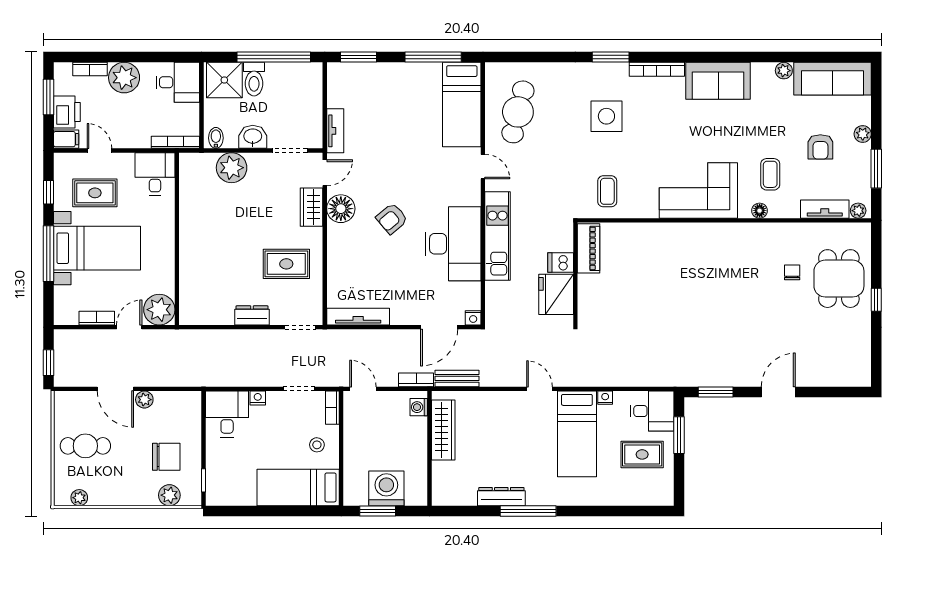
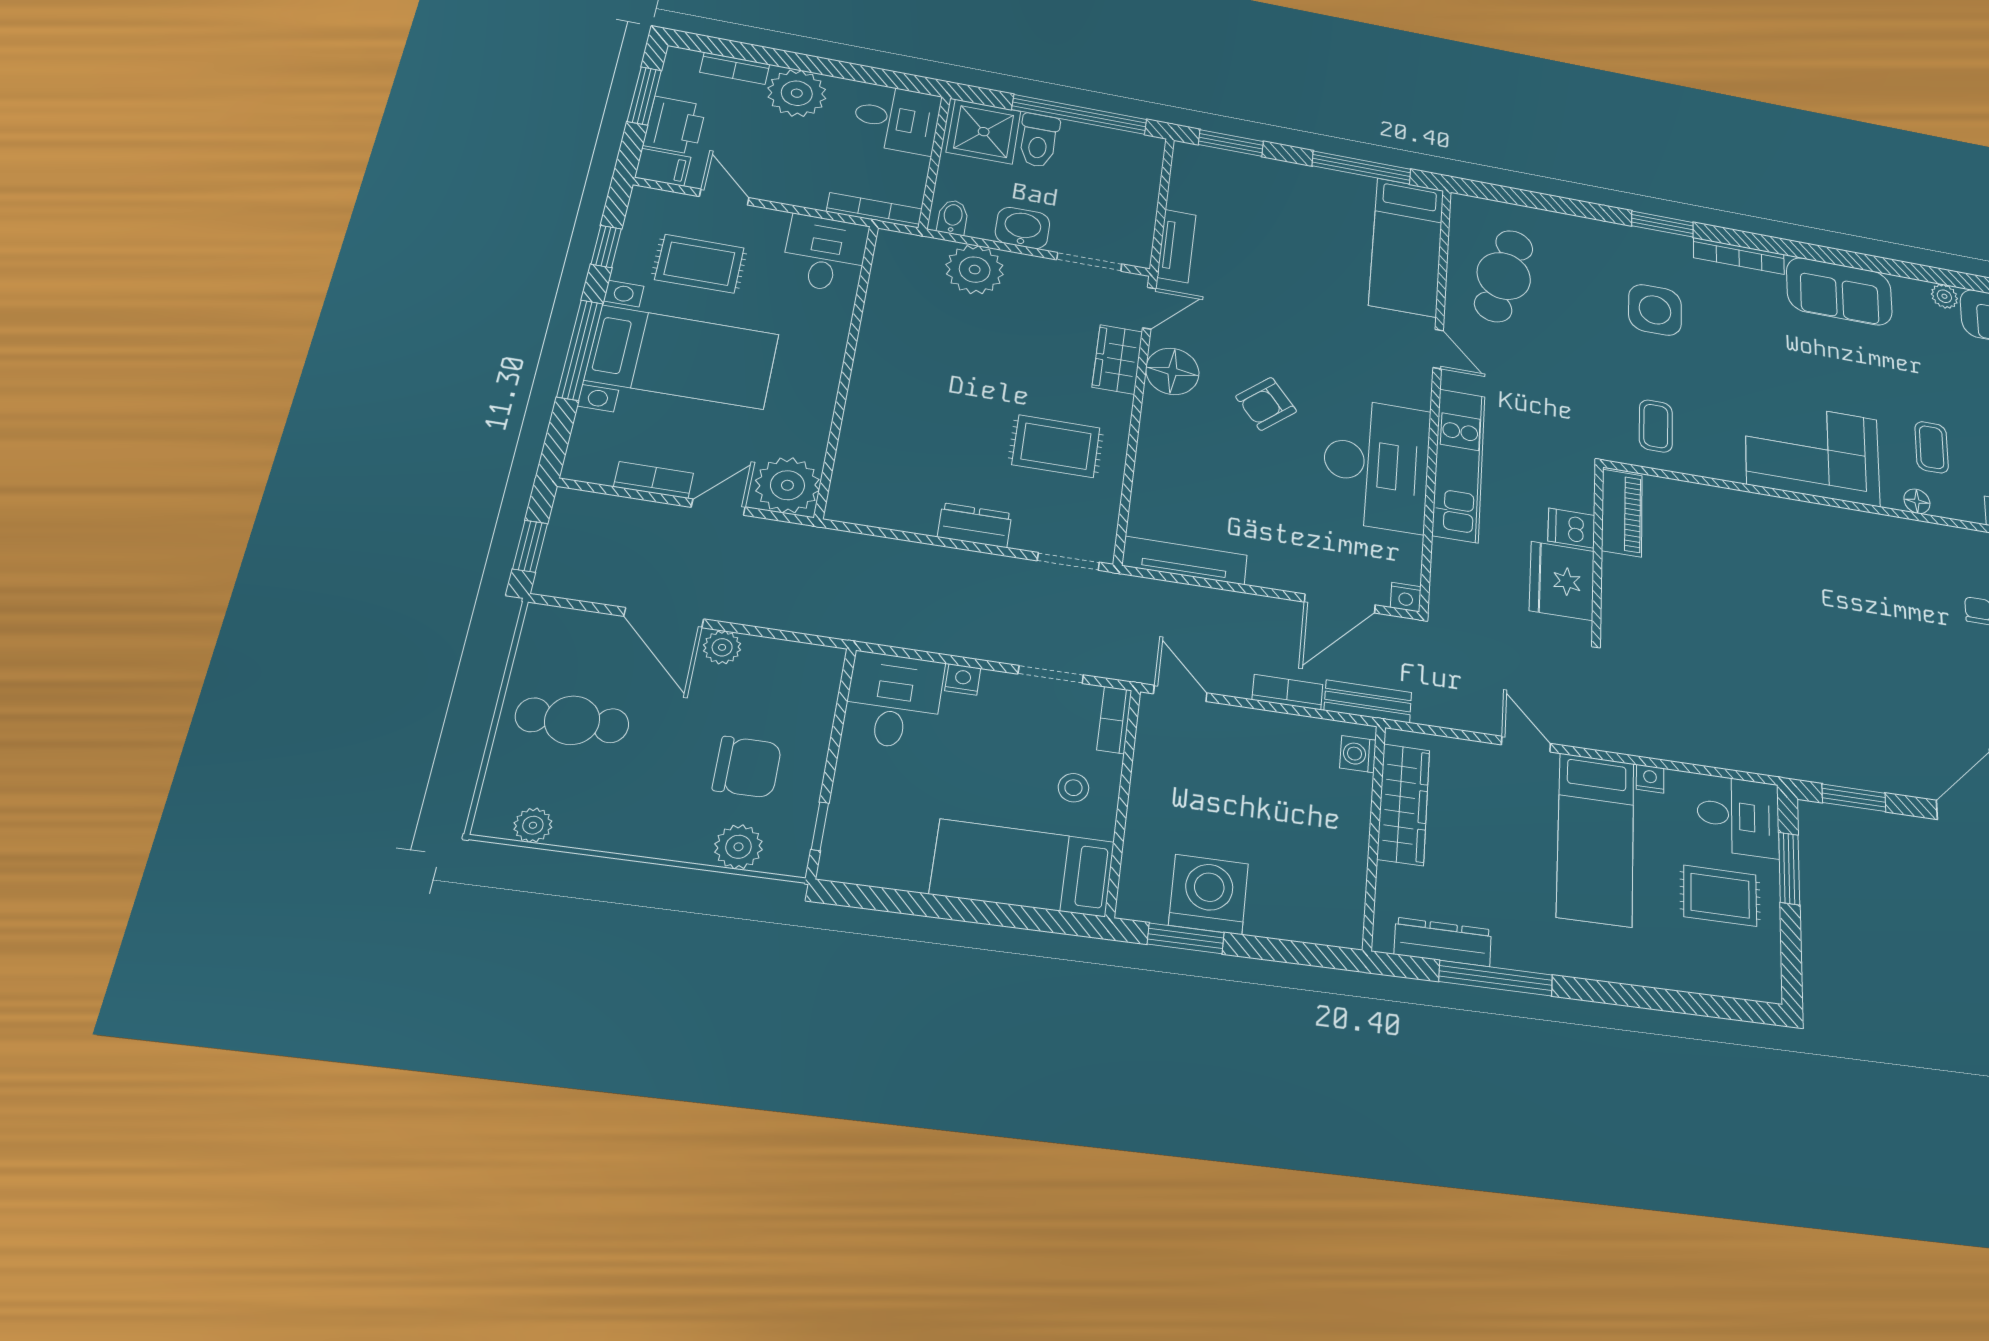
washing machine: (419, 407) -> (1358, 754), moved
wardrobe: (443, 430) -> (1403, 804), moved
wall: (430, 448) -> (1374, 836), moved

